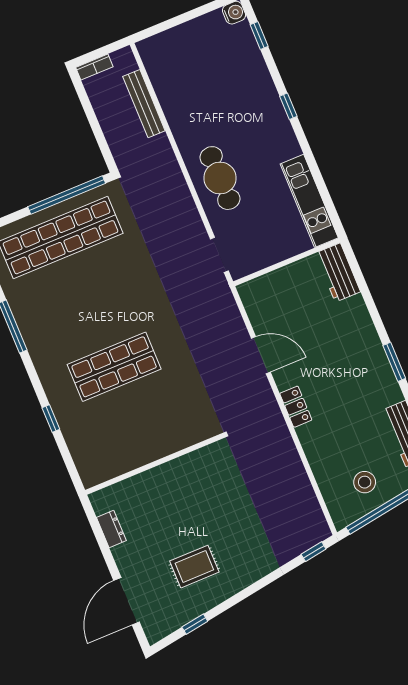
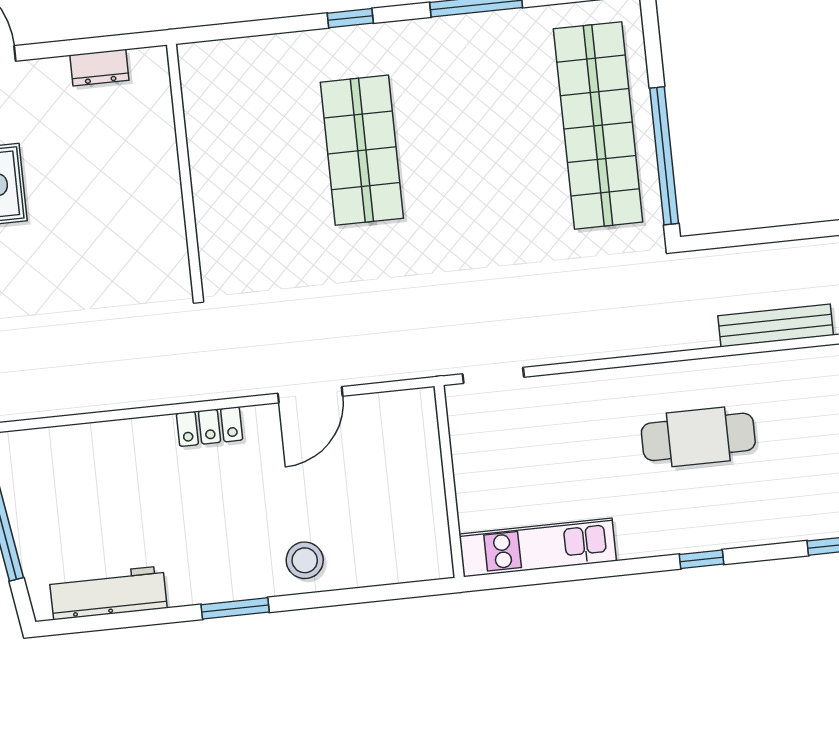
cafe table: (220, 178) -> (698, 437), moved
workbench: (338, 272) -> (408, 560), removed
window: (51, 418) -> (350, 18), moved
stool: (365, 482) -> (305, 560), moved

